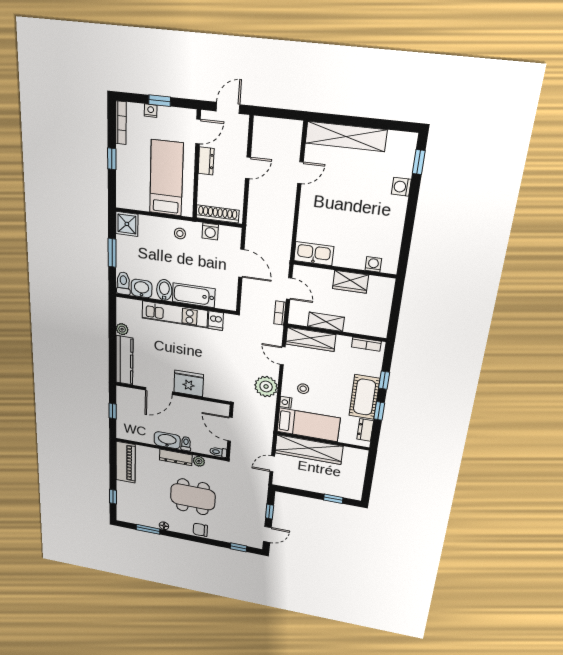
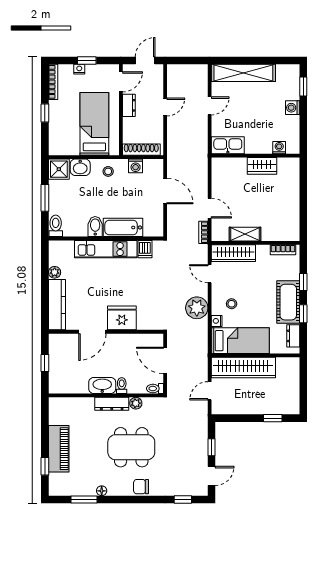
kitchen sink: (314, 254) -> (228, 145), moved
washing machine: (373, 264) -> (279, 148), moved
wall: (344, 270) -> (255, 156), moved
wardrobe: (350, 282) -> (262, 166), moved
washbasin: (142, 289) -> (80, 167), moved, turned 180
piano: (126, 462) -> (59, 449), moved

